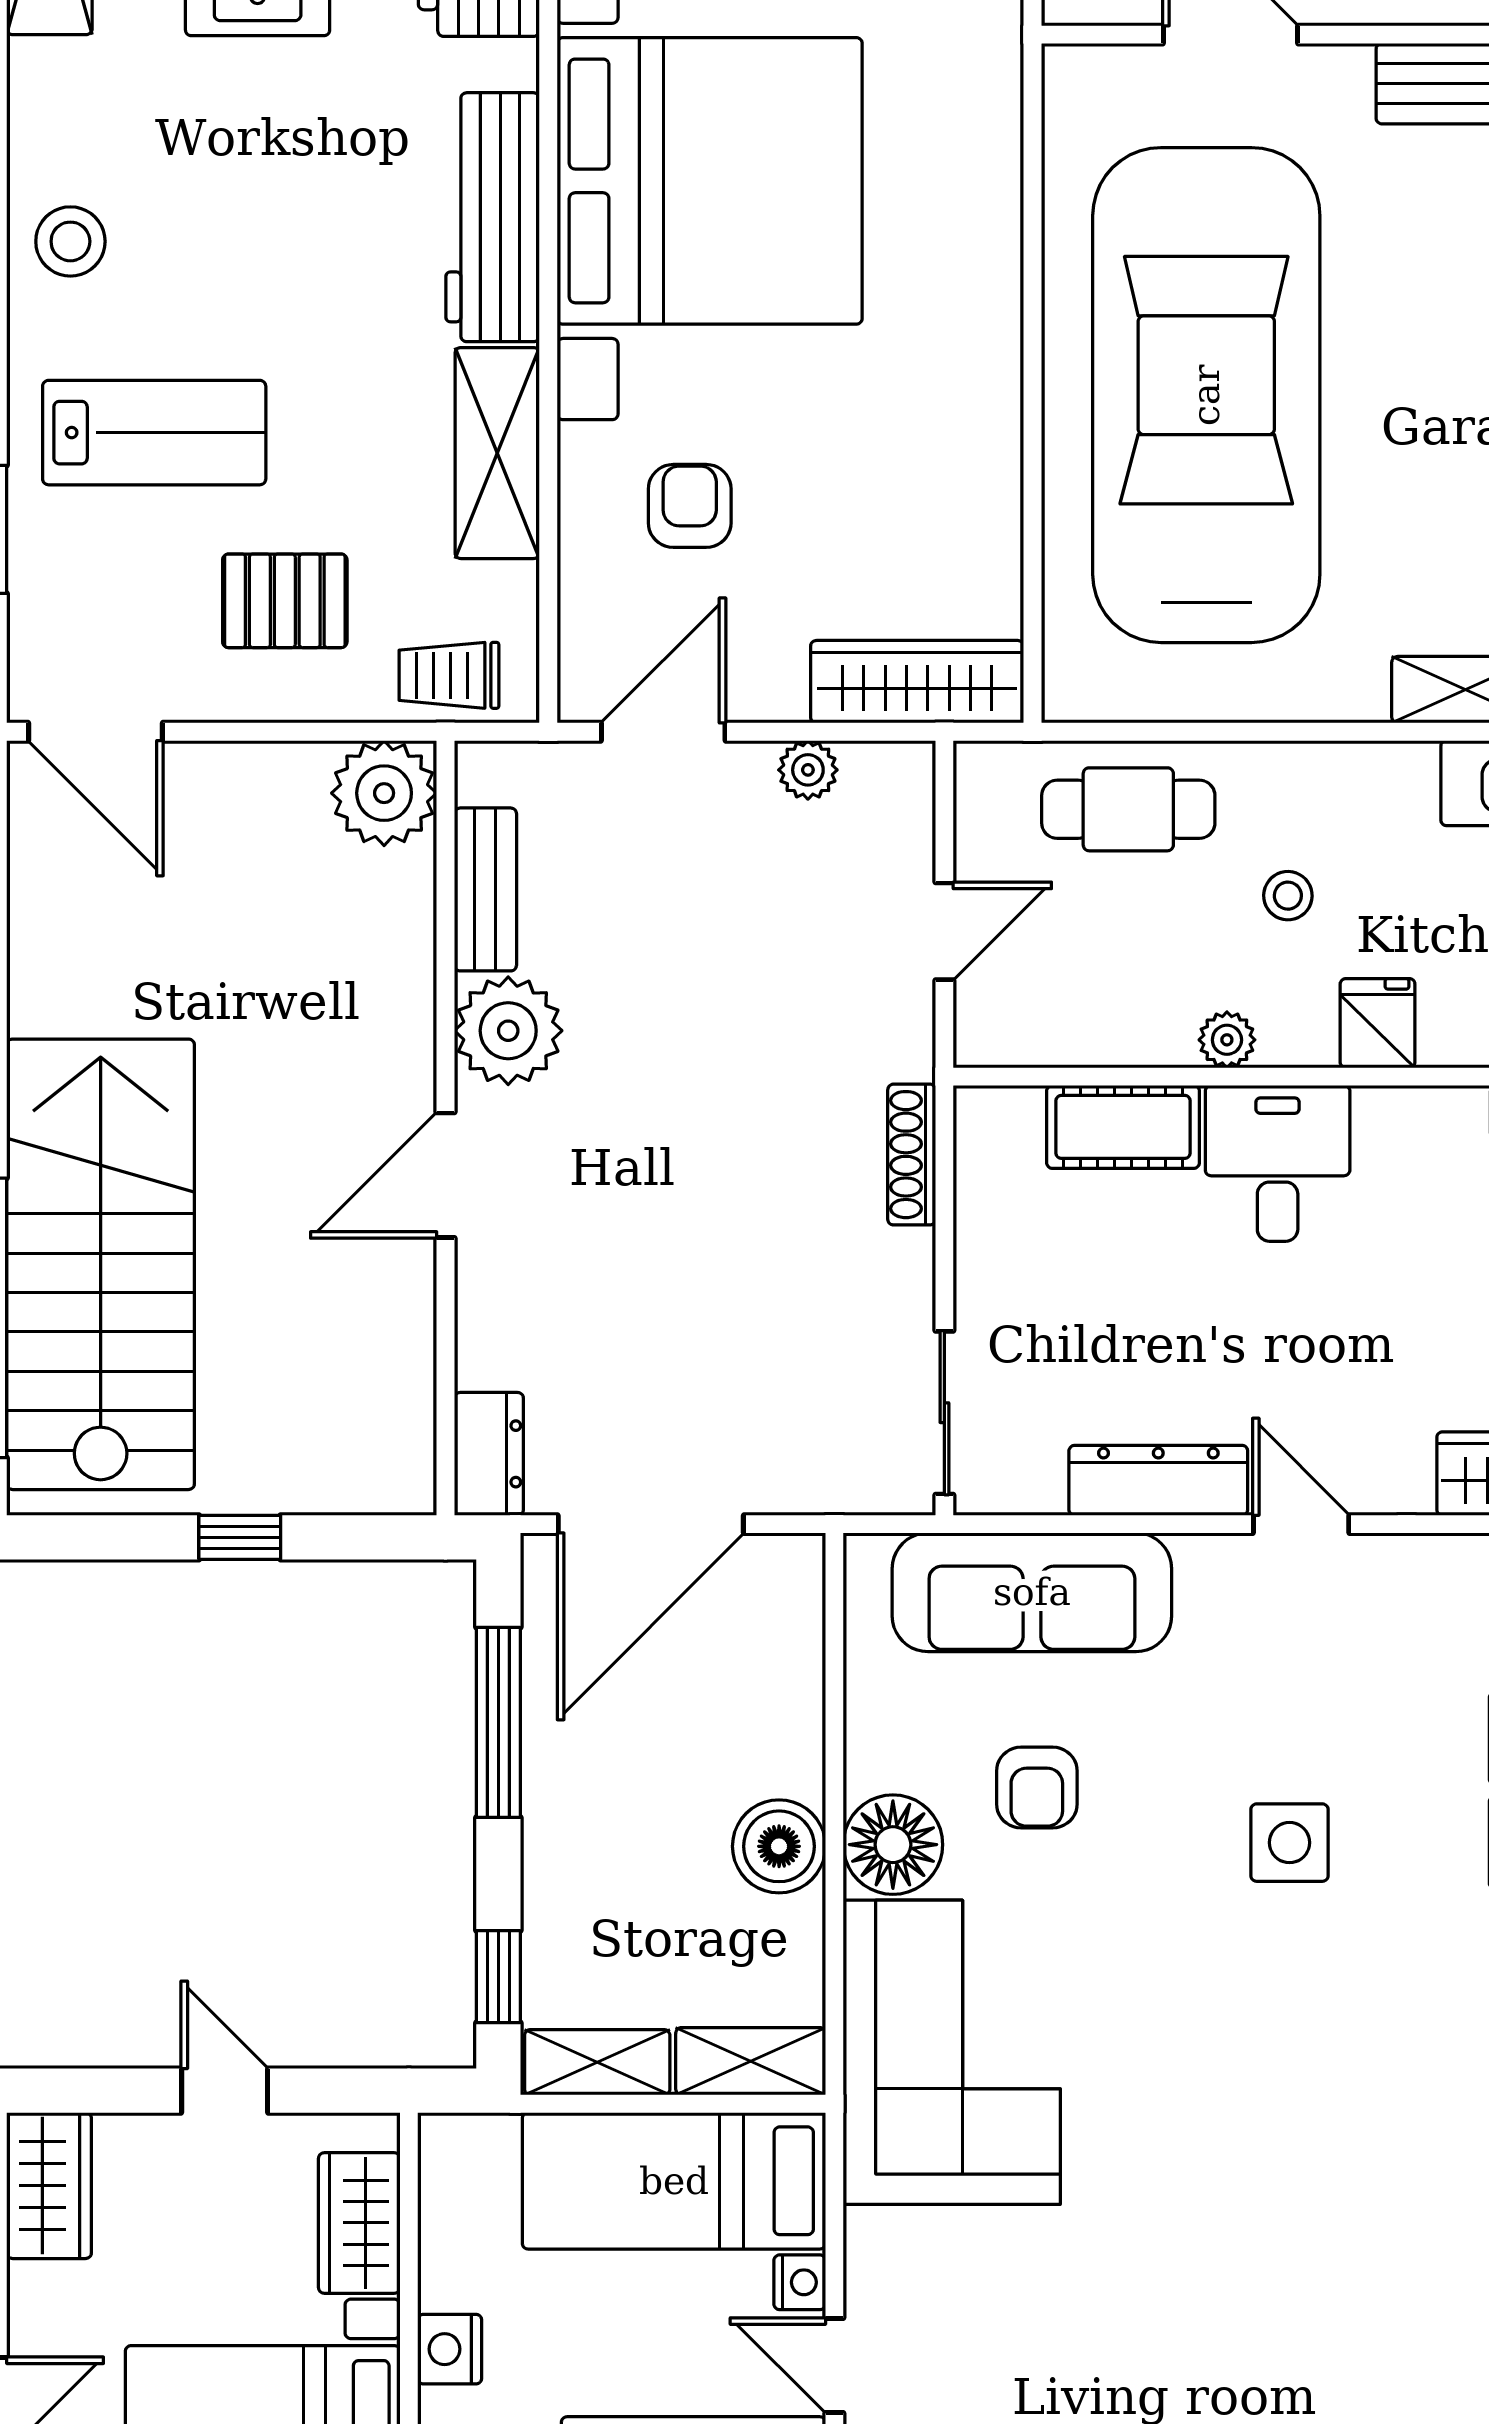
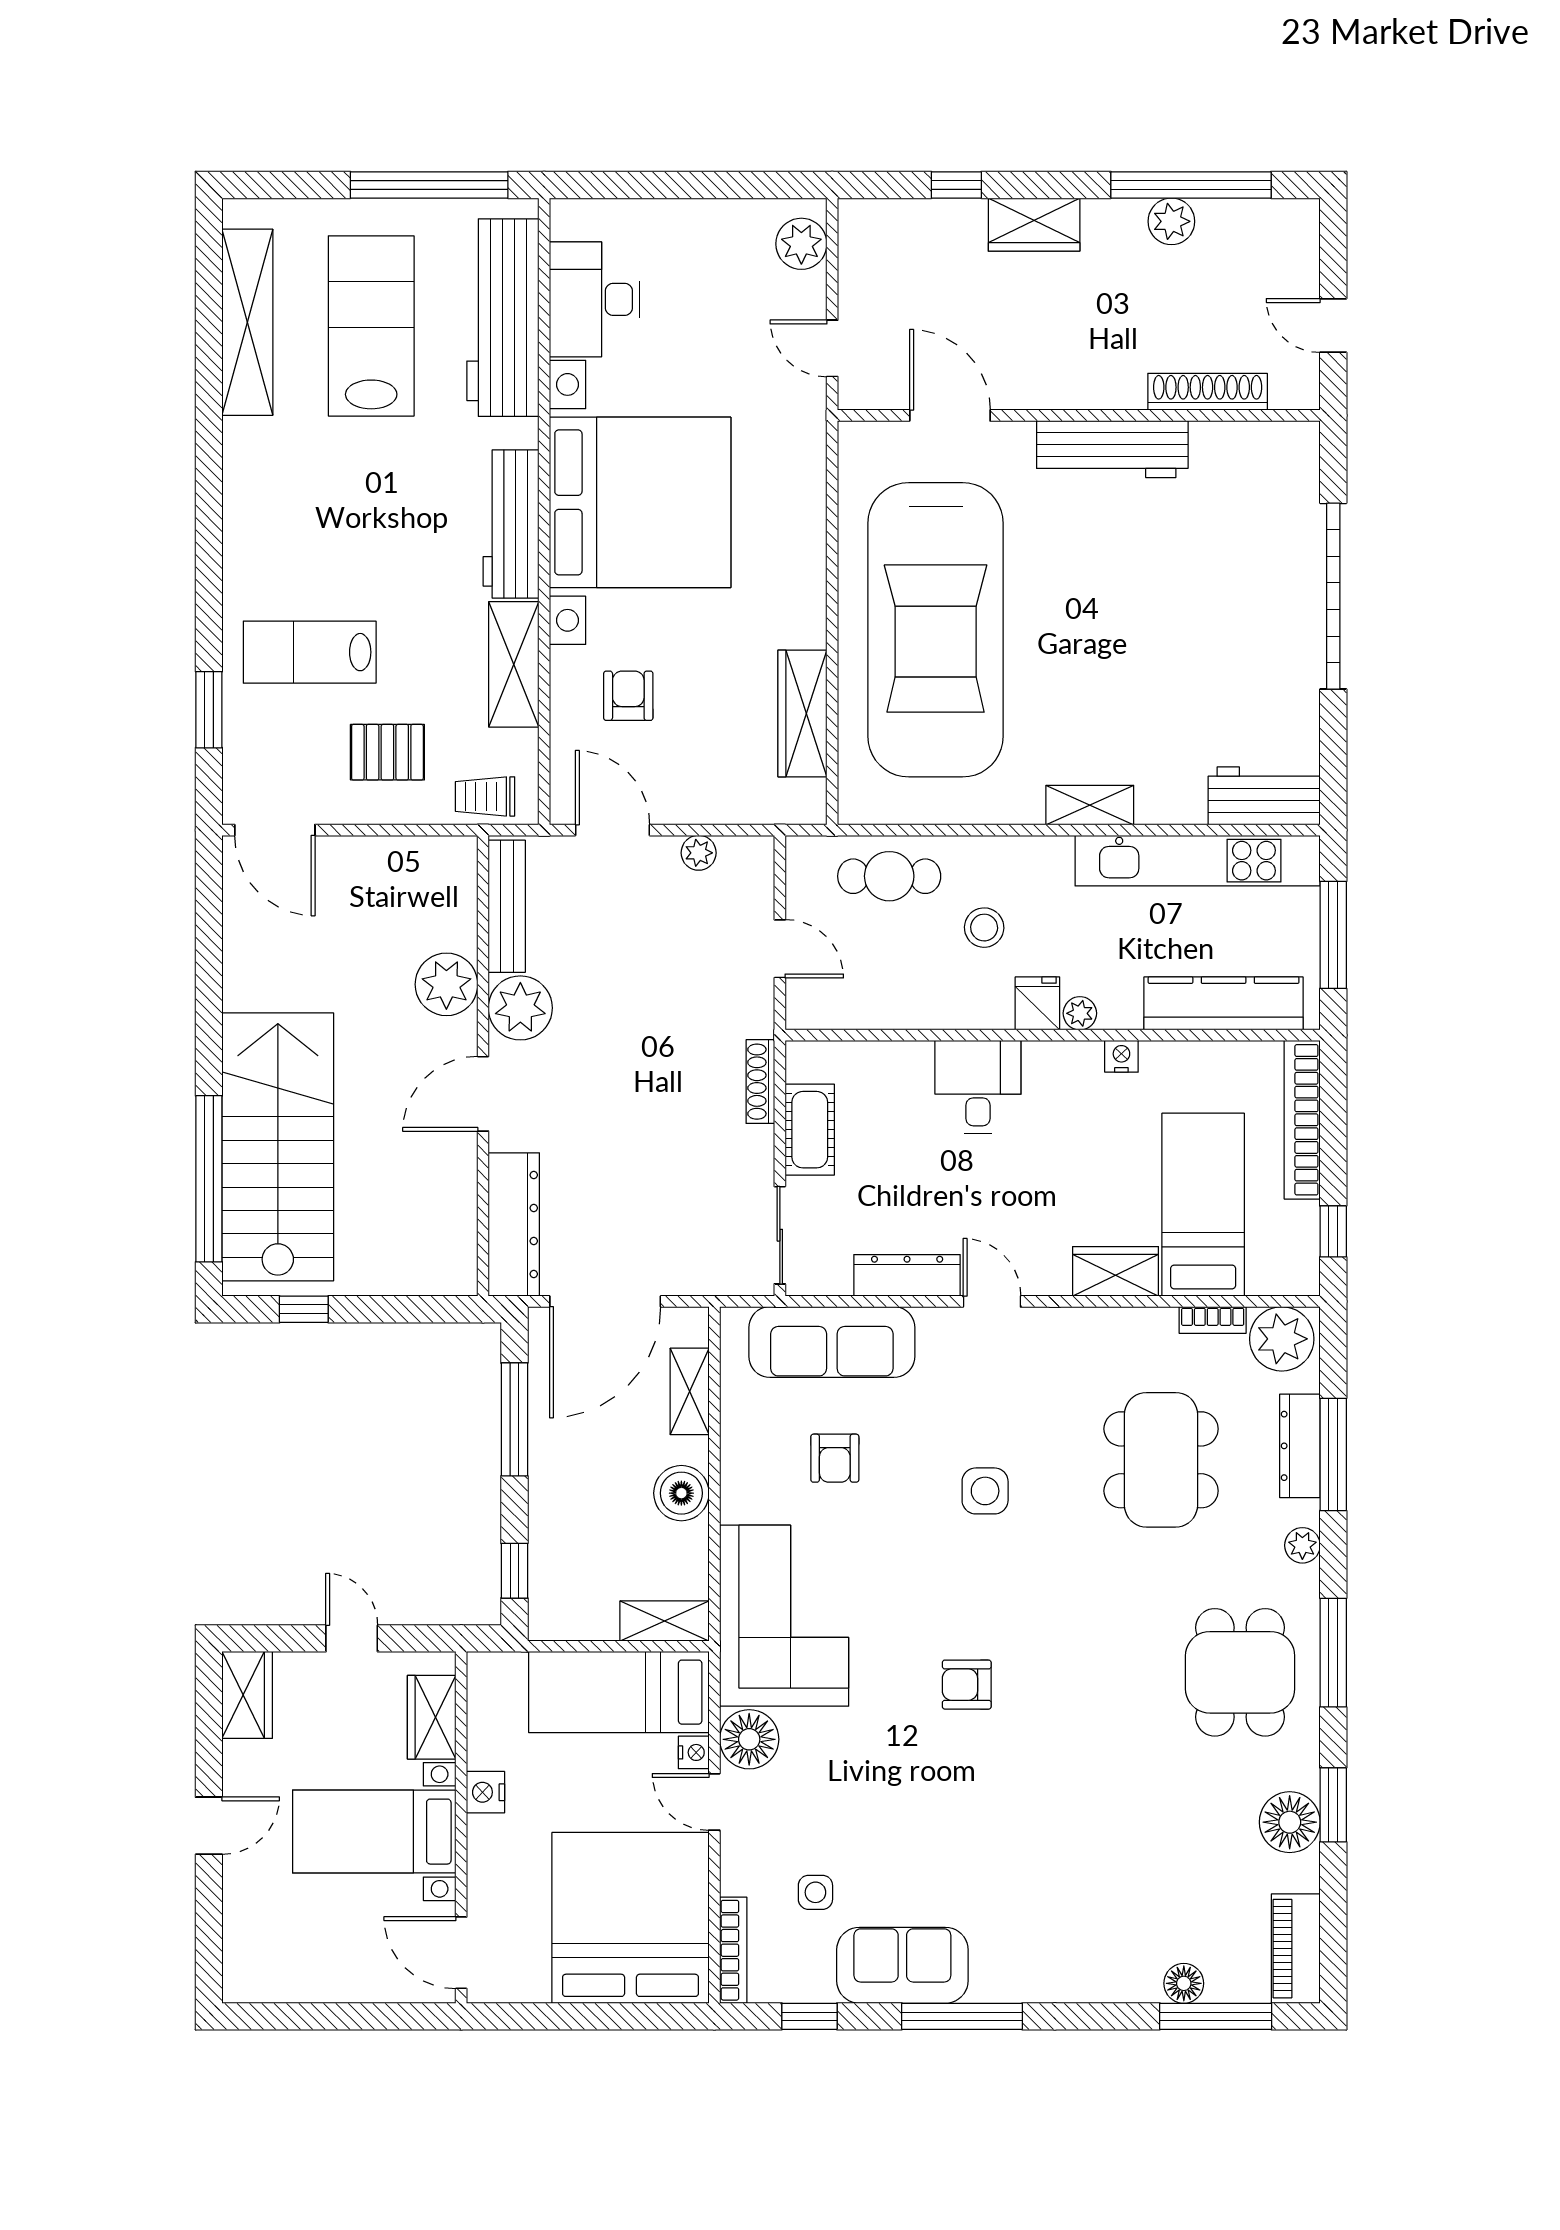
stool: (70, 241) -> (260, 538), removed
car: (1206, 395) -> (936, 630), turned 180
lab bench: (154, 433) -> (310, 652), turned 180
wardrobe: (917, 682) -> (802, 713), moved, turned -90
door: (663, 732) -> (613, 830), hinge flipped
plant: (384, 793) -> (446, 984), moved
bench: (485, 889) -> (507, 906), width x1.36
stool: (1288, 896) -> (984, 928), width x1.37, depth x1.37
door: (944, 931) -> (780, 949), hinge flipped
plant: (1227, 1040) -> (1080, 1013), moved
cot: (1123, 1127) -> (810, 1130), moved, turned 90
dresser: (489, 1454) -> (514, 1224), width x1.96, depth x1.24
window: (240, 1537) -> (304, 1309), moved
floor lamp: (893, 1845) -> (749, 1739), moved
shelving: (597, 2062) -> (690, 1391), moved, turned 90
armchair: (1259, 2168) -> (967, 1685), added

